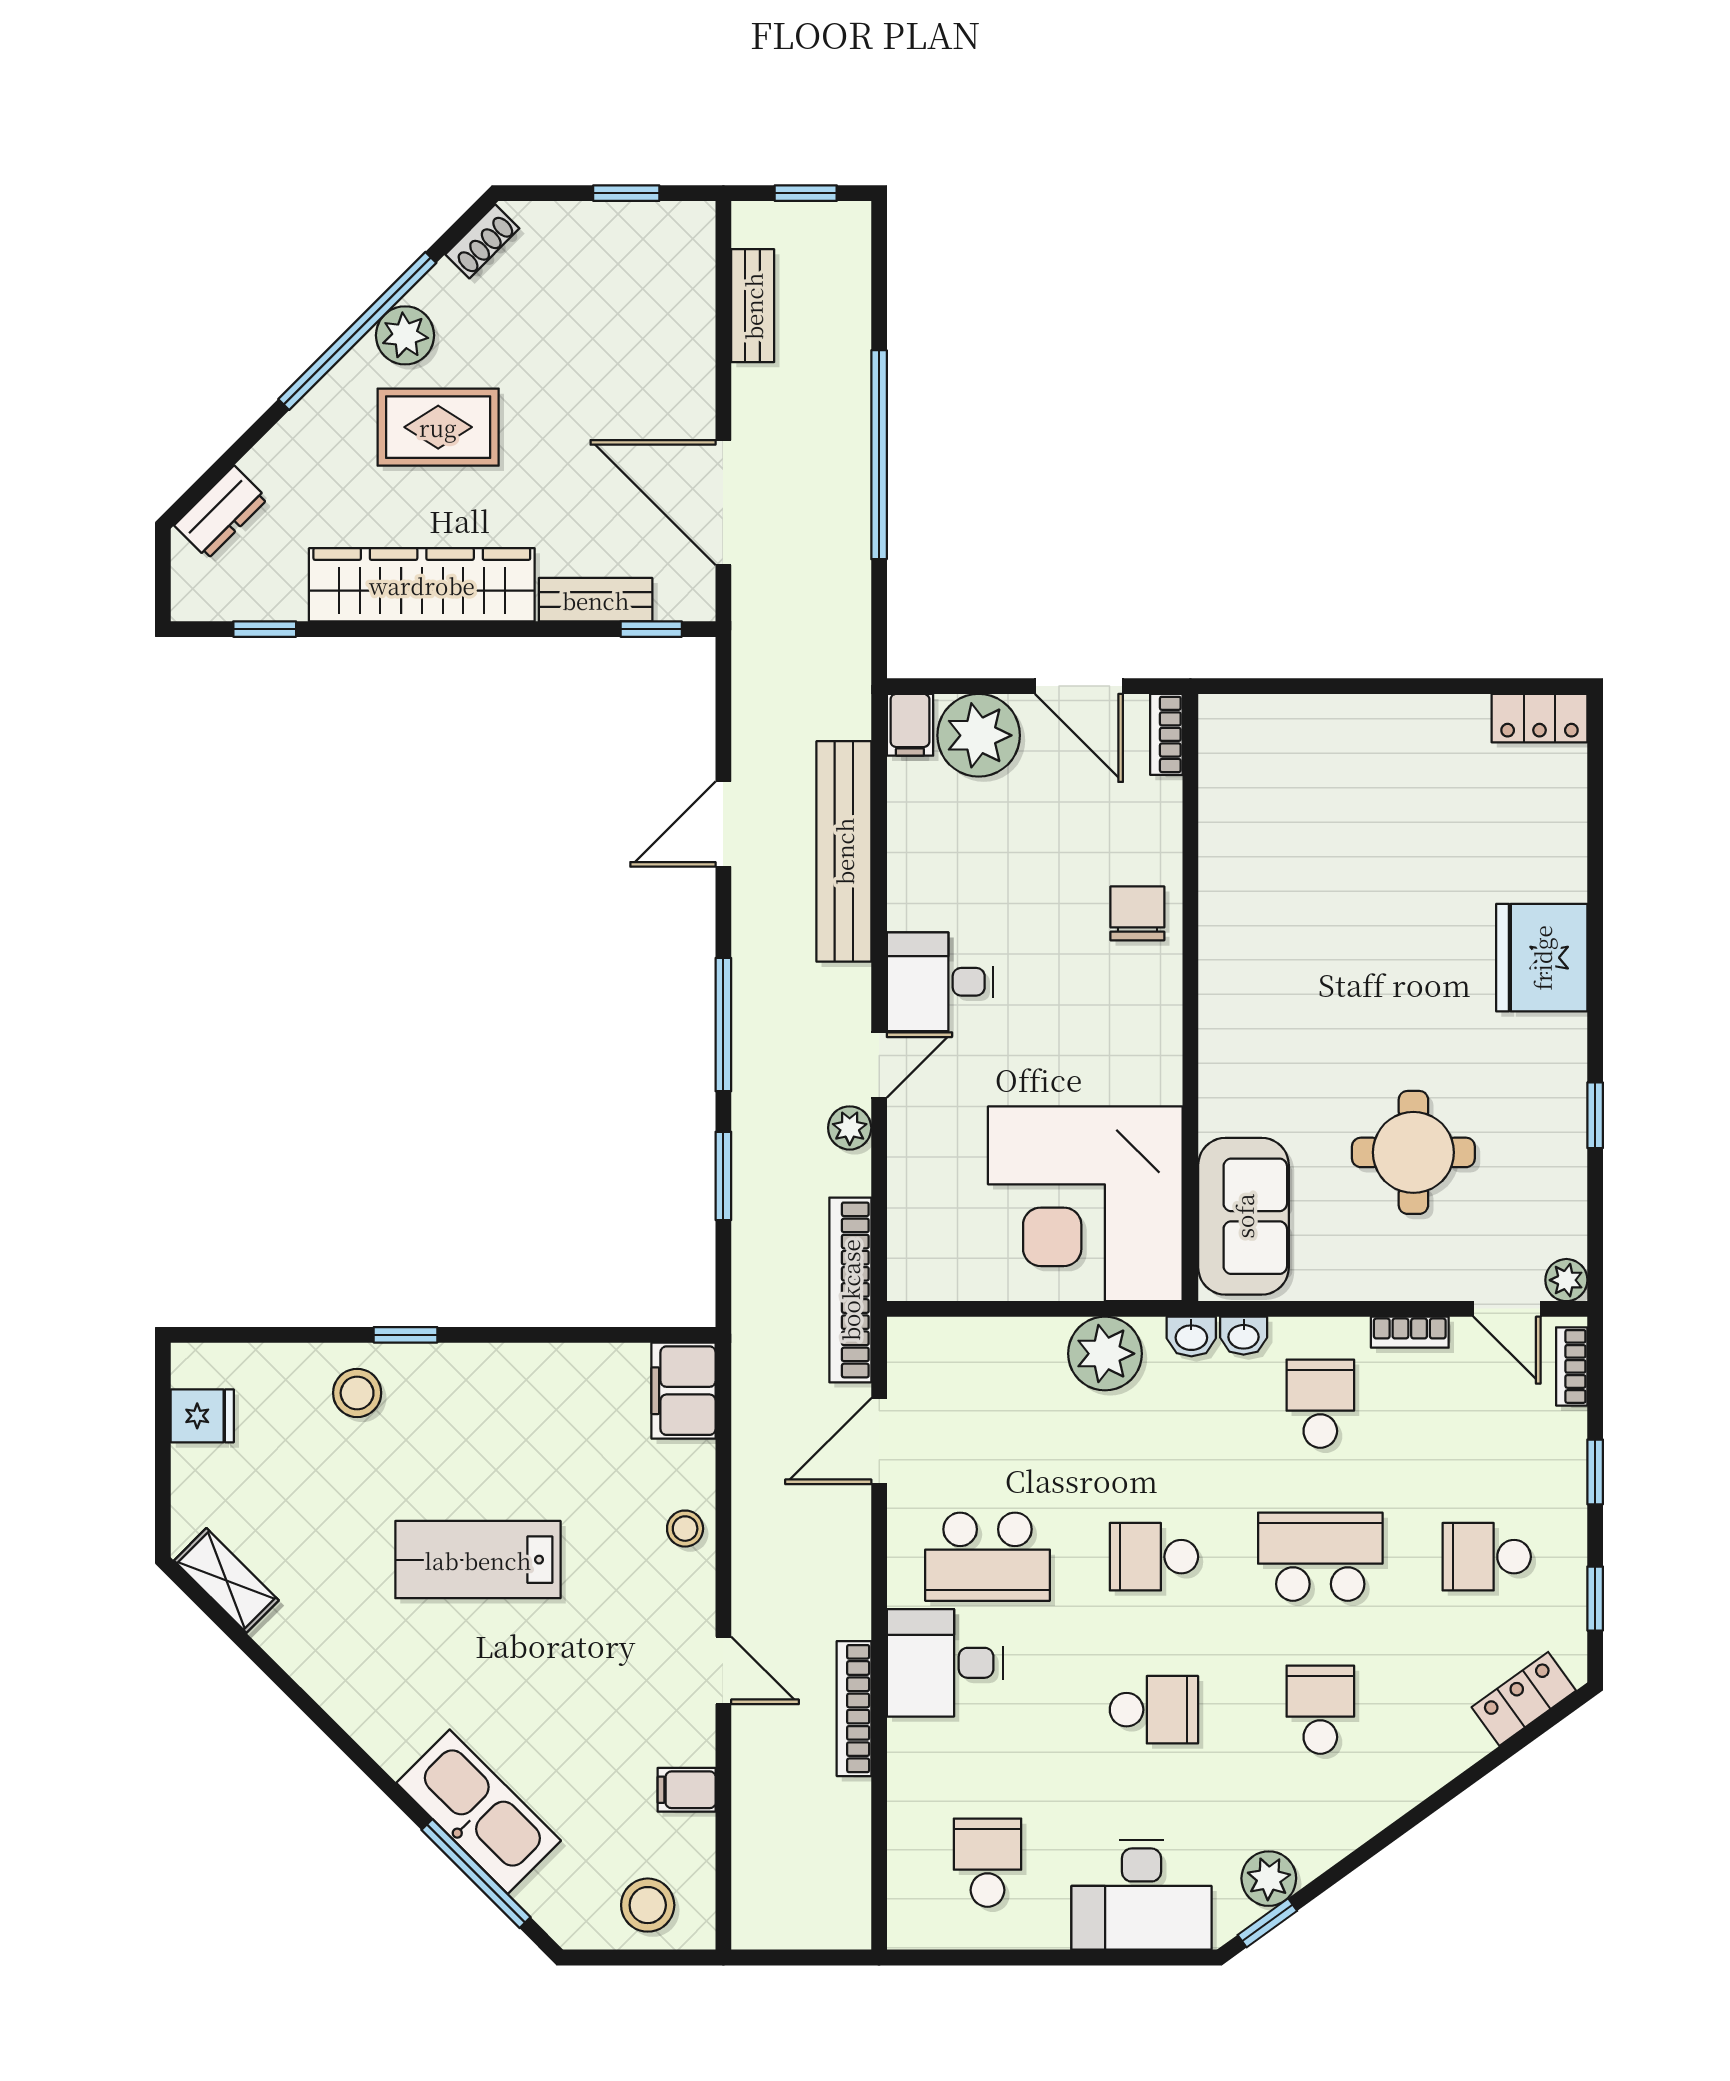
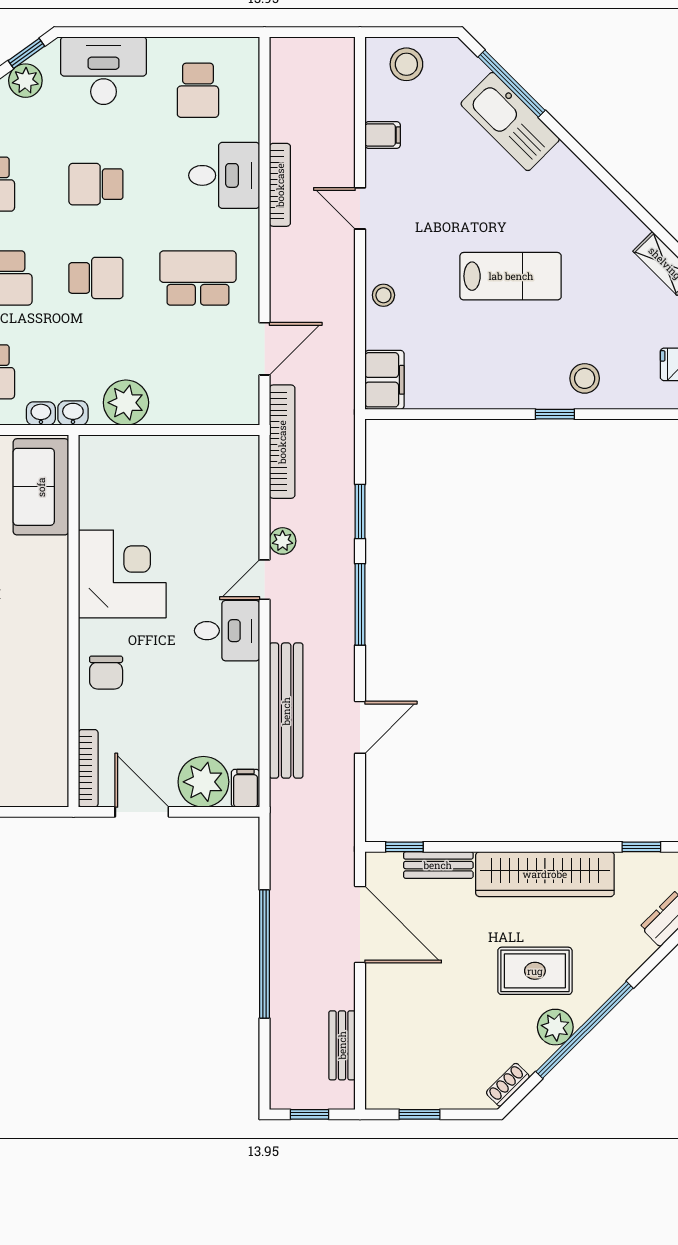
bookcase: (1166, 734) -> (88, 768), width x1.56
corner desk: (1085, 1204) -> (122, 574), moved, width x0.74, depth x0.74
desk: (945, 1663) -> (224, 175), moved

